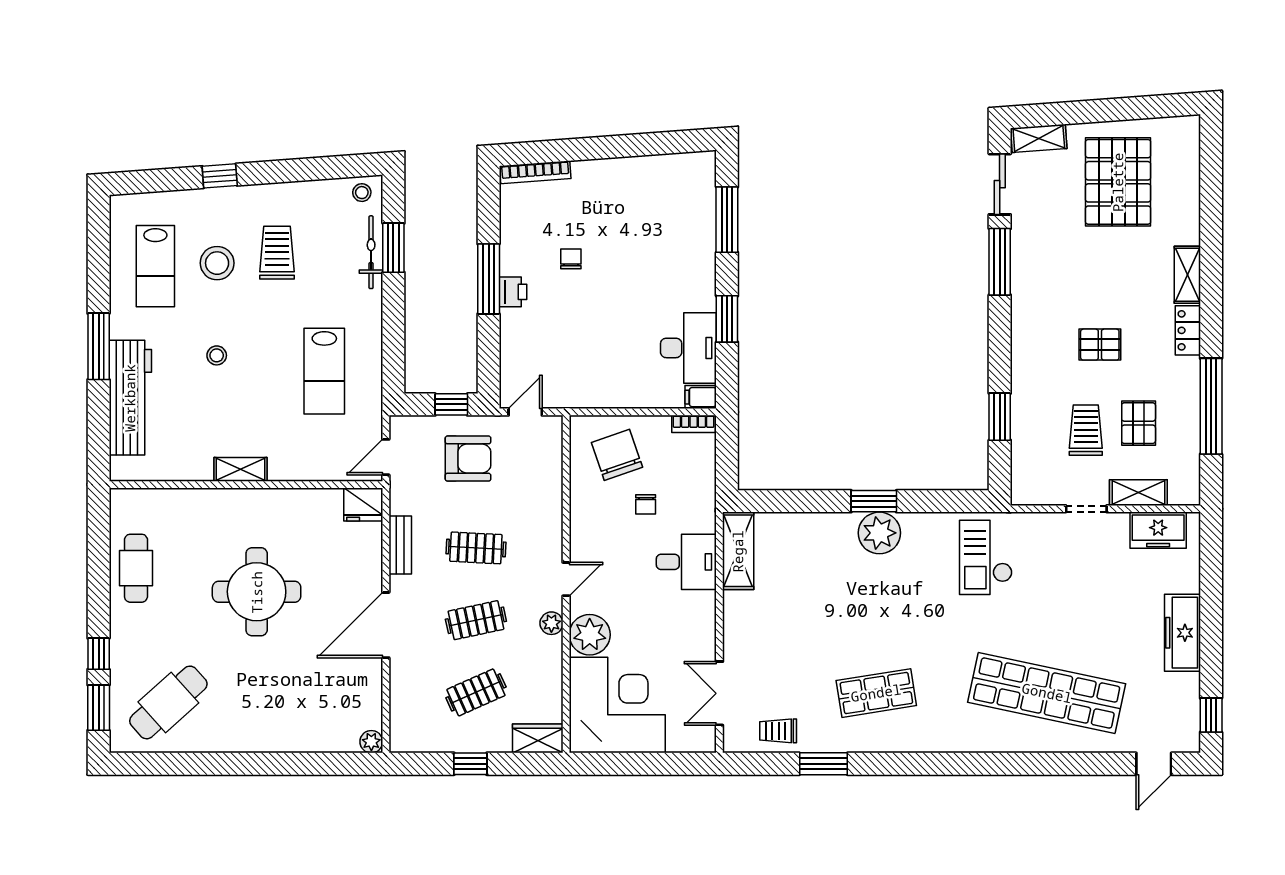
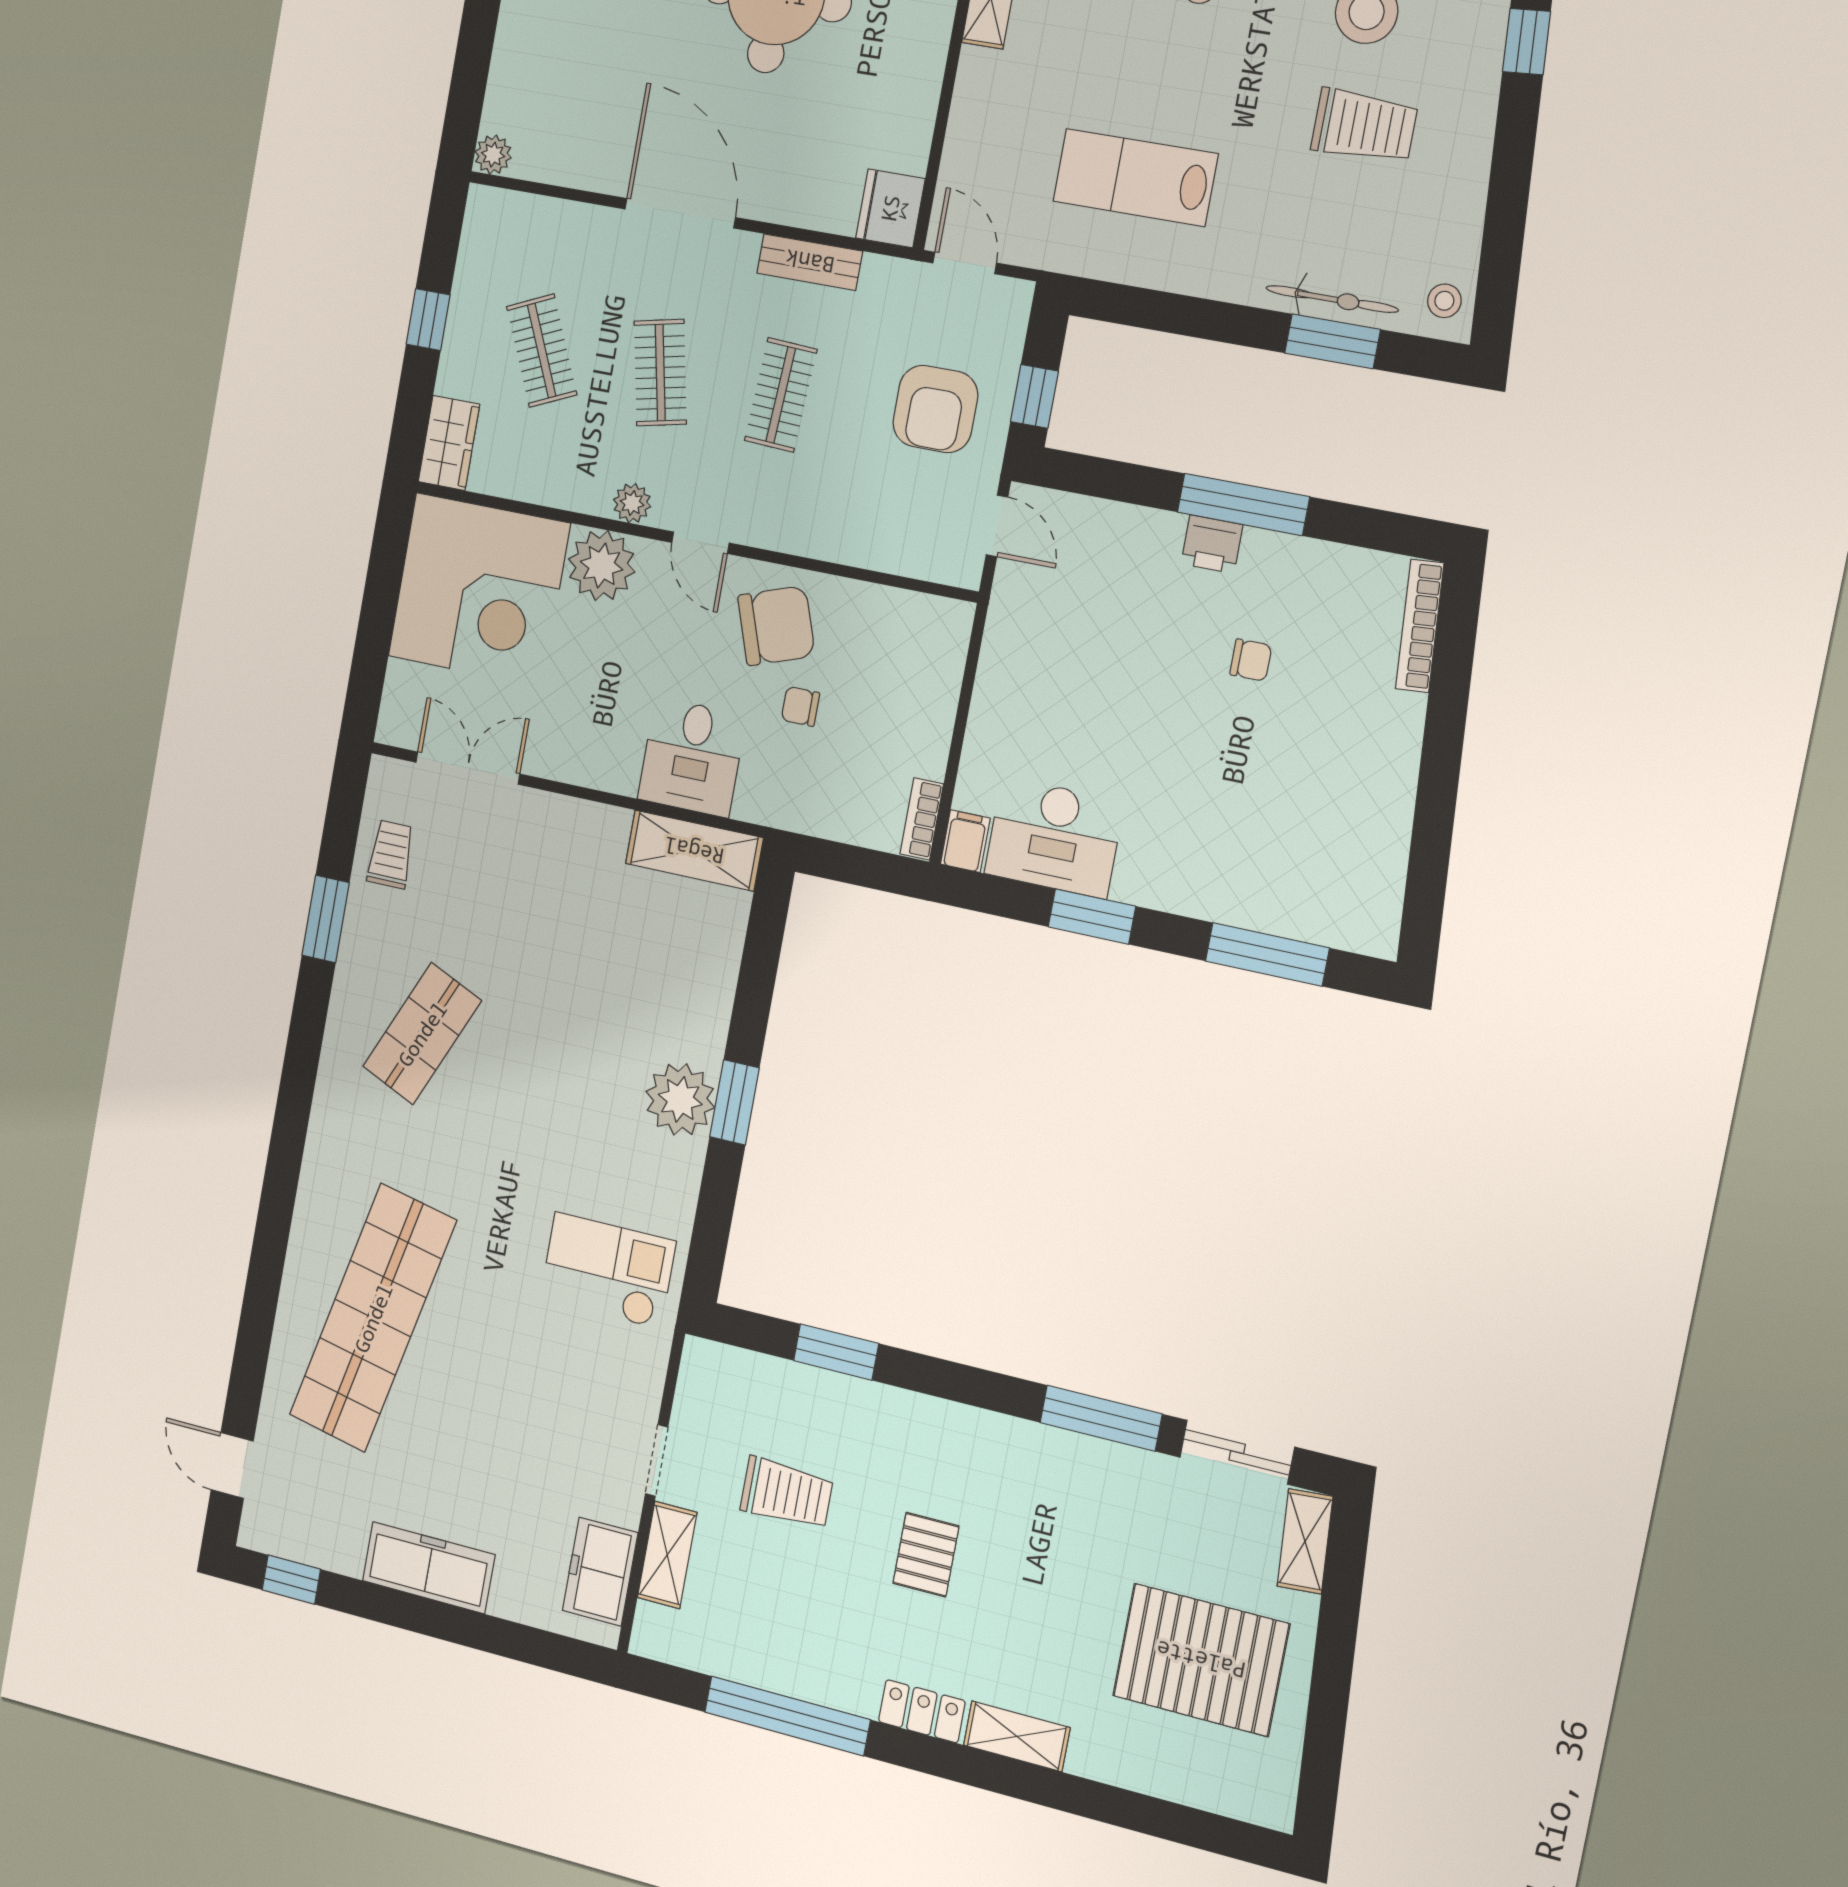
pallet: (1139, 423) -> (782, 1586), removed
chair: (617, 455) -> (776, 626), moved
shop shelf: (876, 693) -> (422, 1034), turned 33

